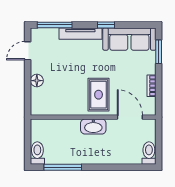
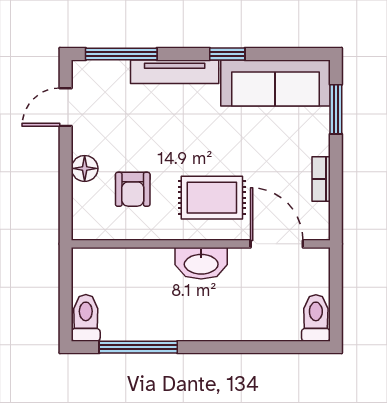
armchair: (60, 91) -> (133, 189), added
rug: (99, 95) -> (212, 198), turned 90

